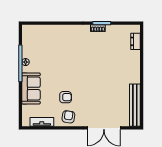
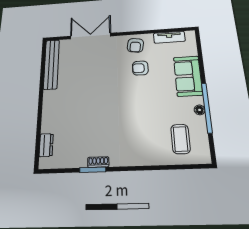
coffee table: (41, 42) -> (181, 139), added

